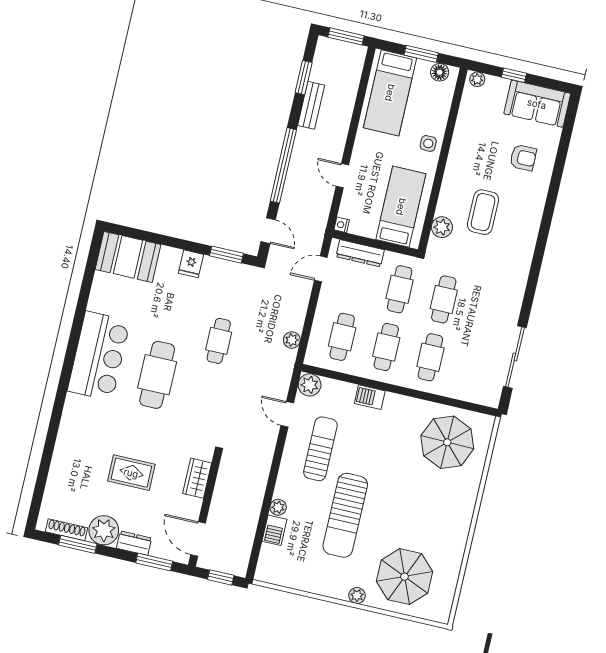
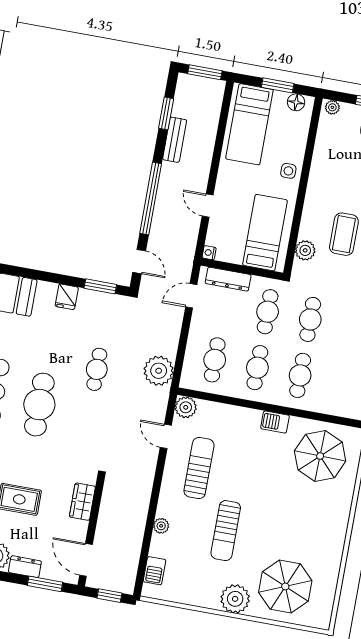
plant: (292, 340) -> (159, 371), width x1.87, depth x1.87
barbecue: (370, 397) -> (275, 422), moved
sun lounger: (345, 515) -> (226, 531), width x0.73, depth x0.75
barbecue: (274, 530) -> (155, 571), moved
plant: (357, 596) -> (235, 599), width x1.87, depth x1.87

